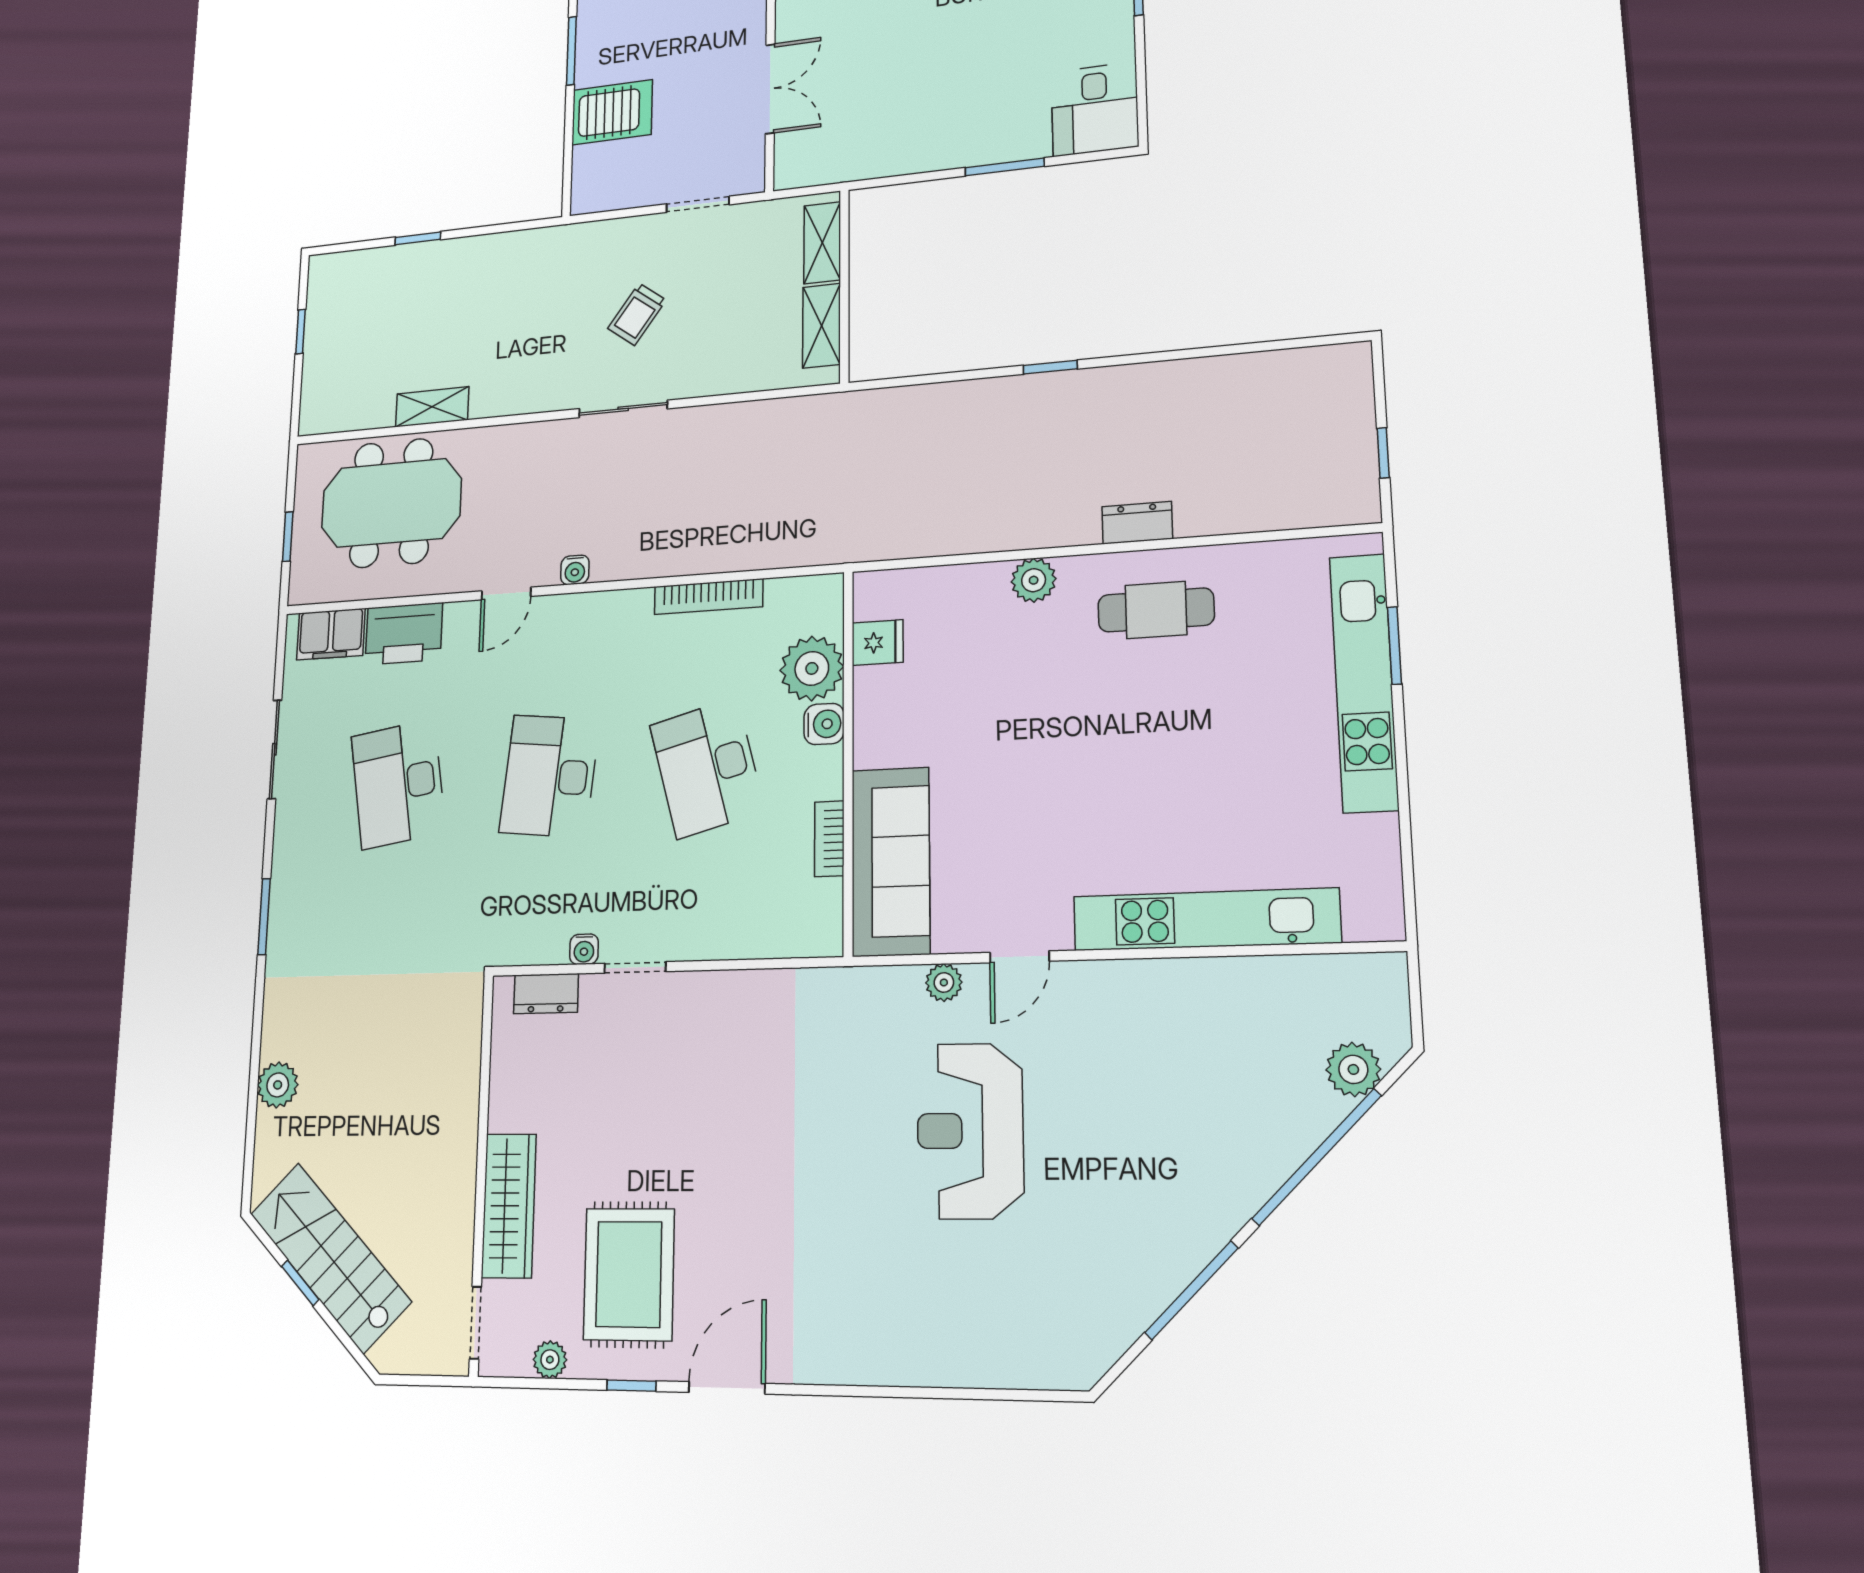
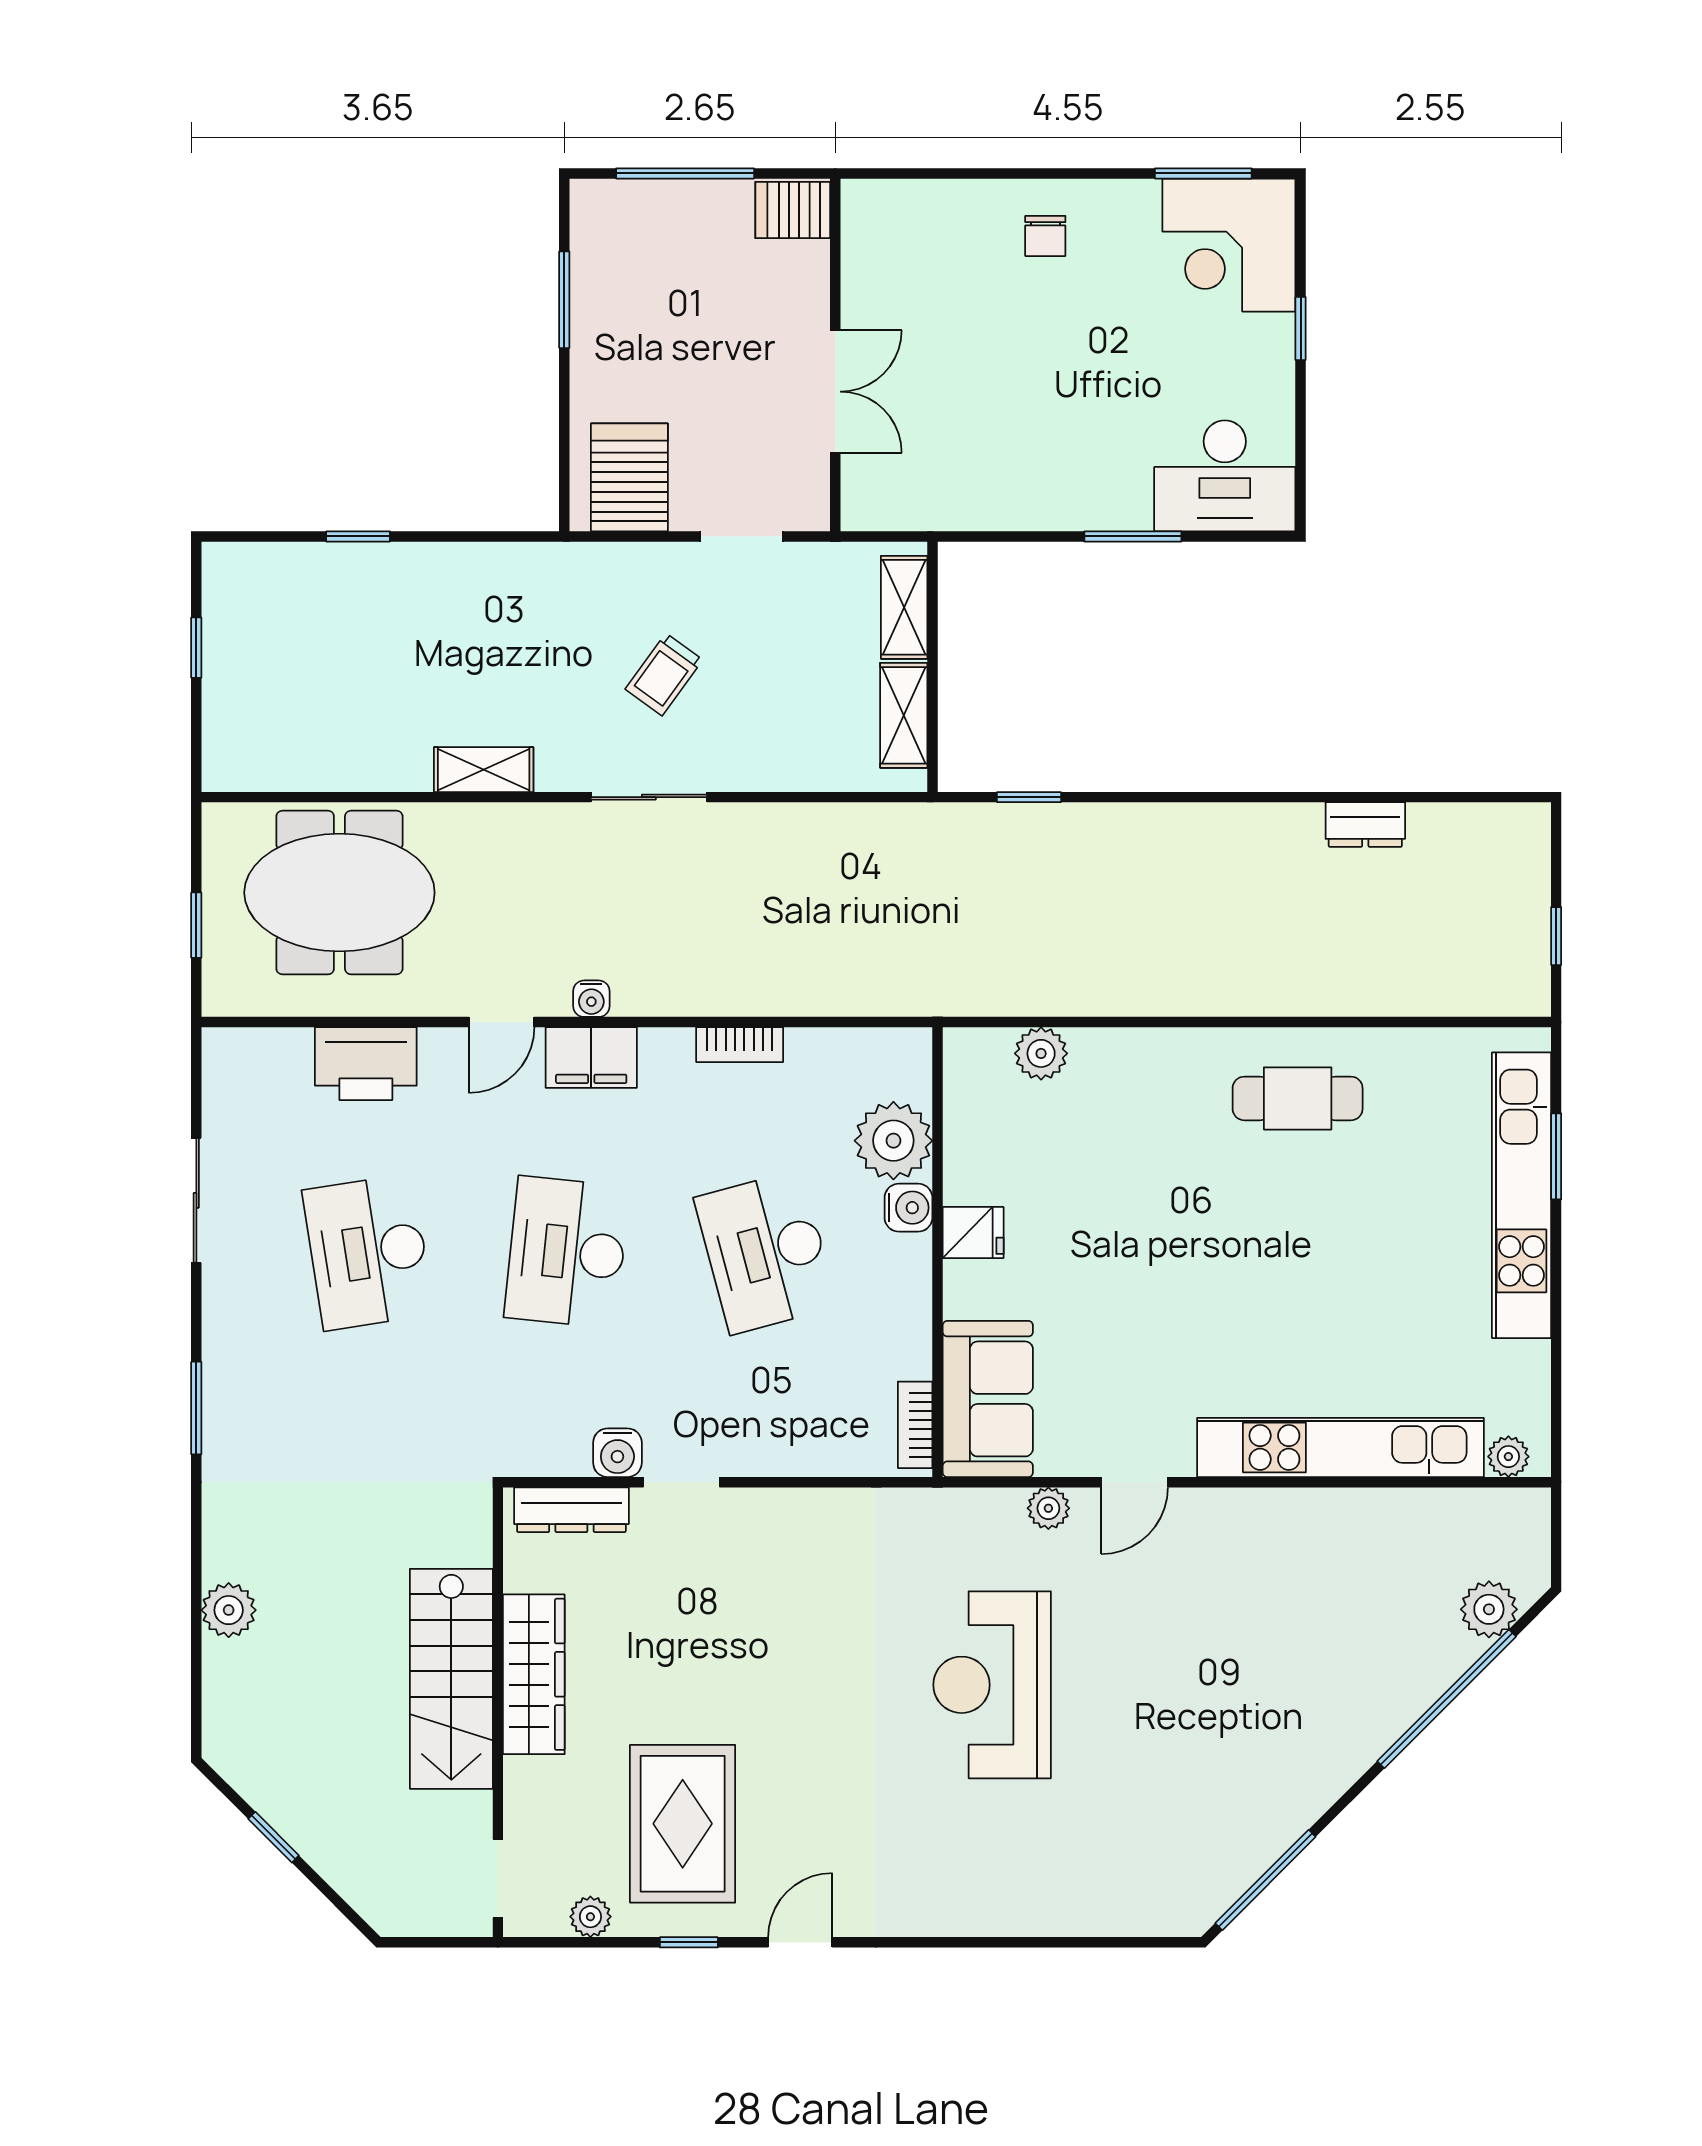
desk: (1095, 109) -> (1225, 476), width x1.37
server rack: (612, 112) -> (629, 477), moved, turned -90
window: (1050, 367) -> (1029, 797), moved
shelving: (432, 407) -> (484, 770), moved
dresser: (1137, 523) -> (1365, 825), moved, turned 180
plant: (1034, 580) -> (1041, 1053), moved
bookcase: (708, 597) -> (740, 1045), width x0.64
filing cabinet: (331, 634) -> (591, 1058), moved
fridge: (878, 643) -> (973, 1232), moved
bookcase: (829, 839) -> (915, 1425), moved
sofa: (891, 861) -> (988, 1399), width x0.73
plant: (1364, 923) -> (1508, 1457), added
water cooler: (584, 949) -> (617, 1453), width x1.38, depth x1.38
dresser: (546, 994) -> (571, 1510), width x1.44
reception desk: (970, 1131) -> (992, 1685), moved
wardrobe: (509, 1206) -> (534, 1674), moved
stairs: (330, 1257) -> (451, 1679), moved, turned -135
window: (1191, 1290) -> (1265, 1880), moved
door: (727, 1388) -> (800, 1942), width x0.73

